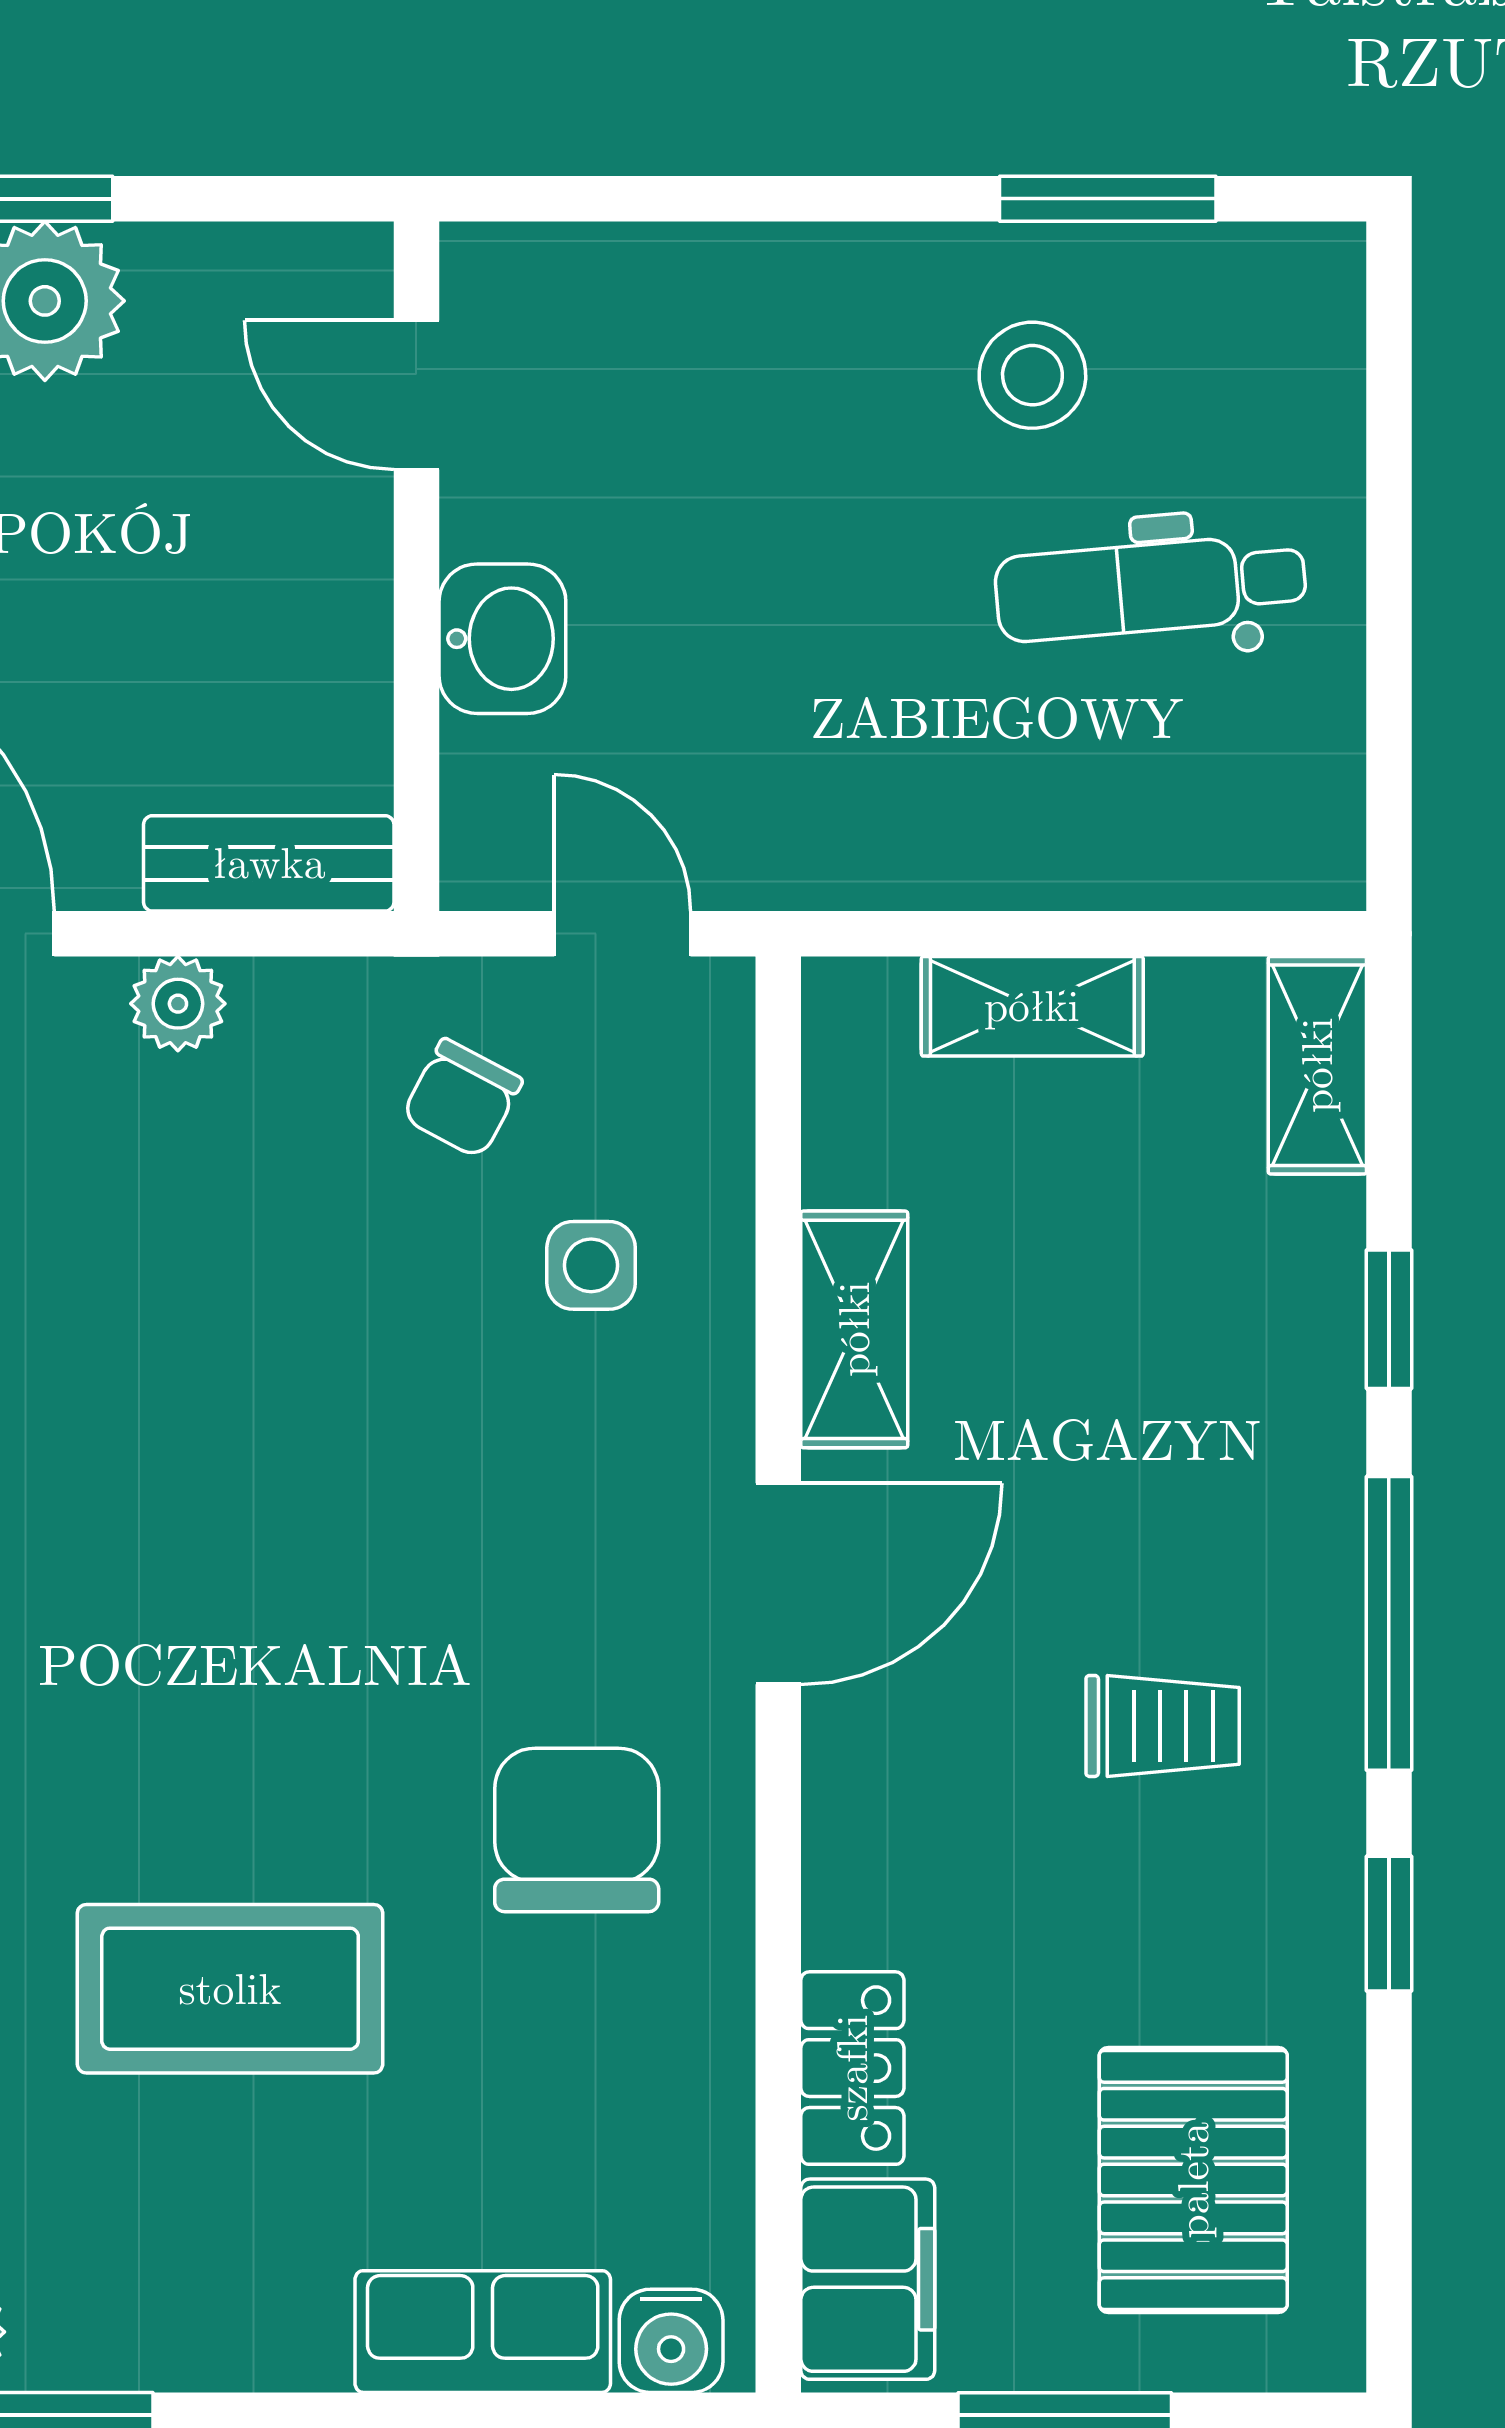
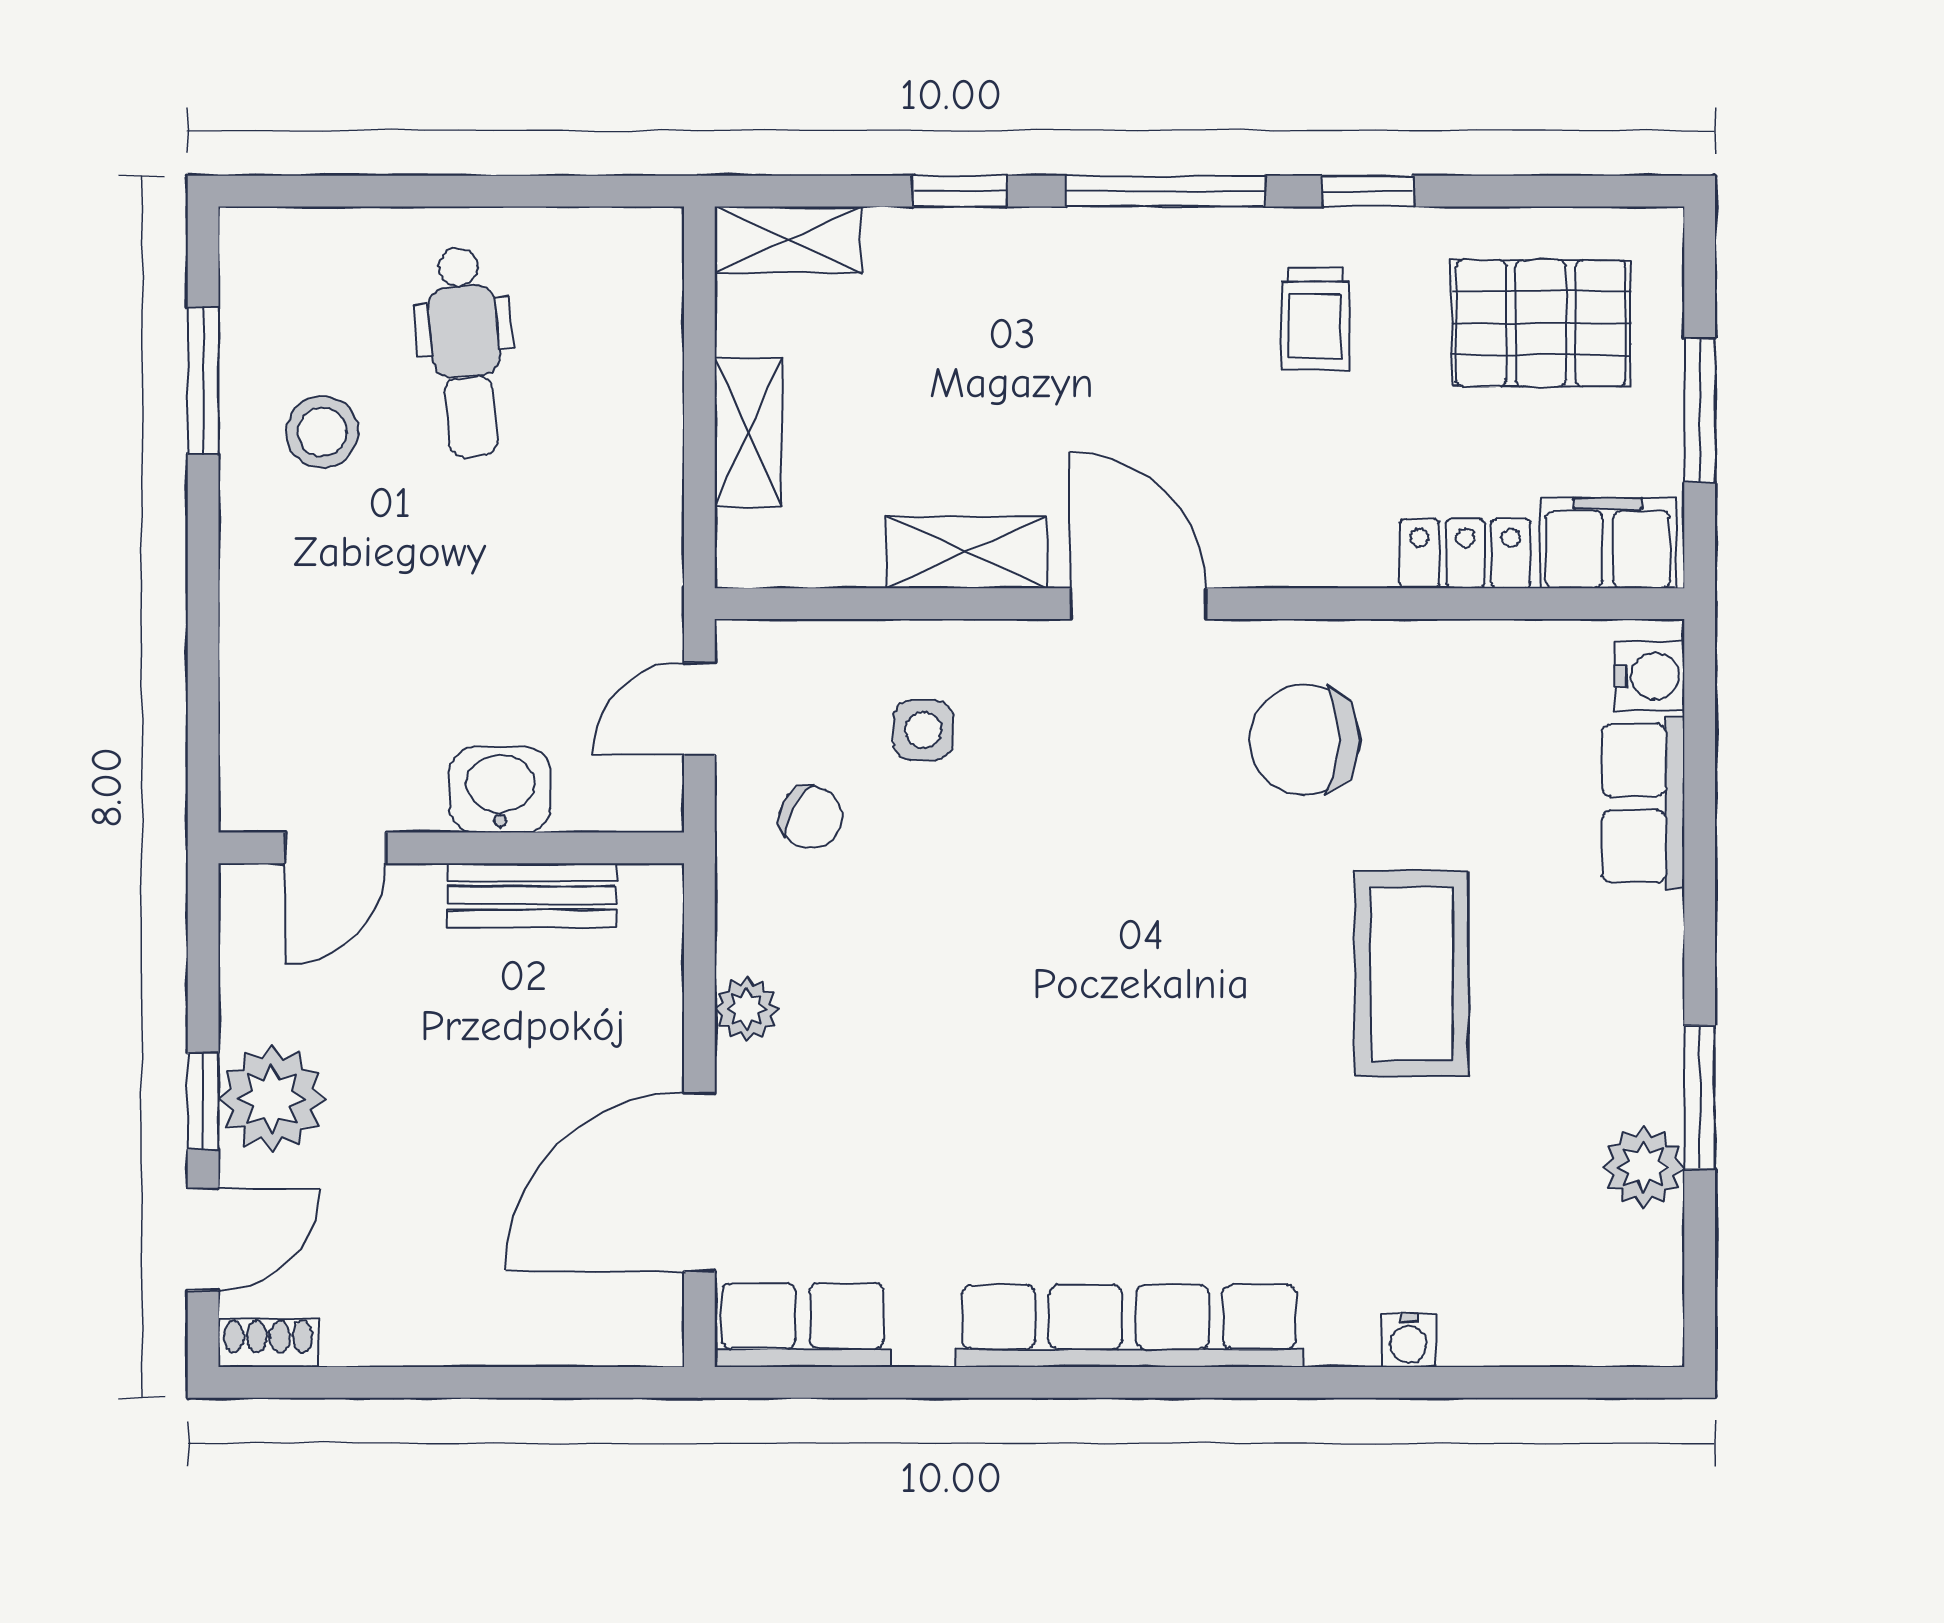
bench: (269, 863) -> (532, 895), moved, turned 90
trolley: (1163, 1726) -> (1315, 318), moved, turned 180

